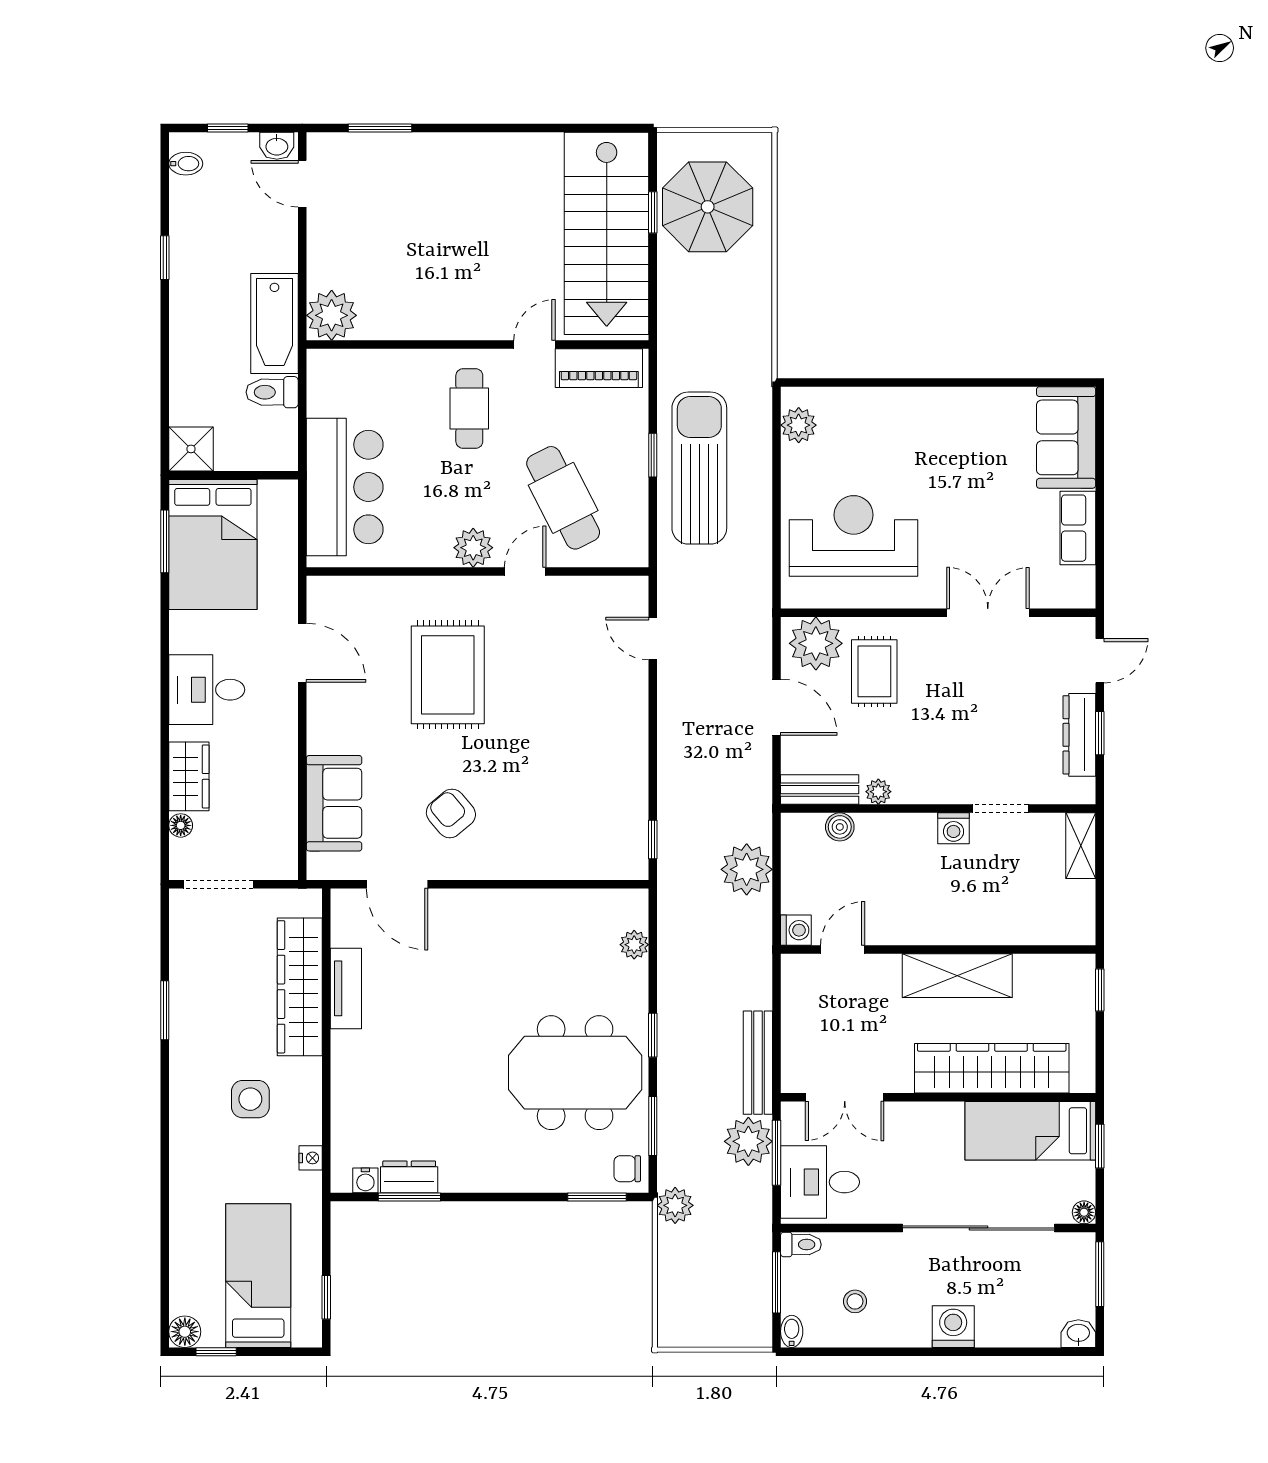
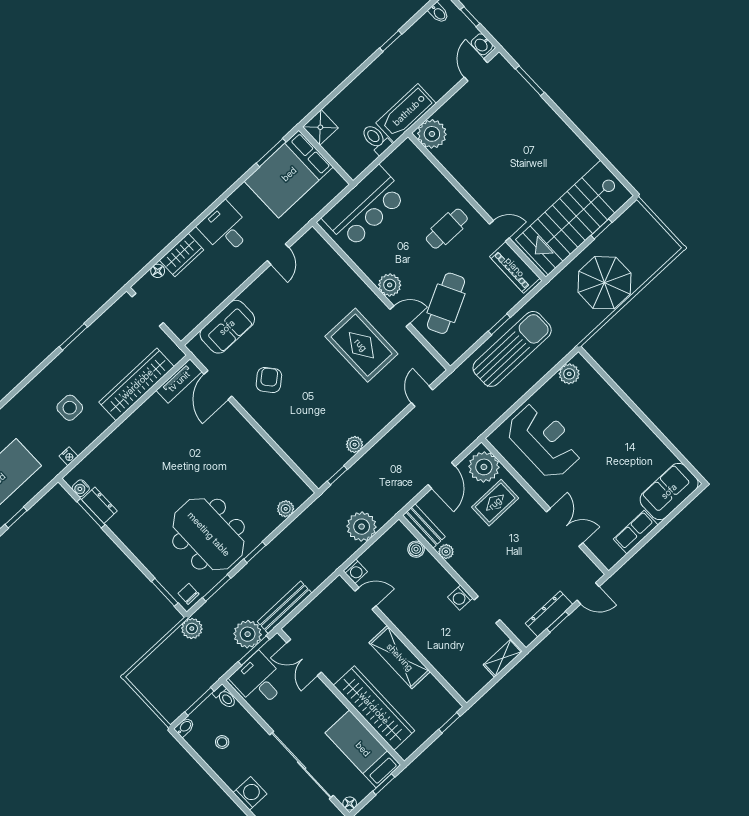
parasol: (708, 207) -> (604, 283), moved
door: (302, 653) -> (278, 254), width x0.73
rug: (448, 675) -> (361, 345), moved, turned 90
plant: (634, 781) -> (355, 445), added
tv unit: (346, 988) -> (179, 381), moved

